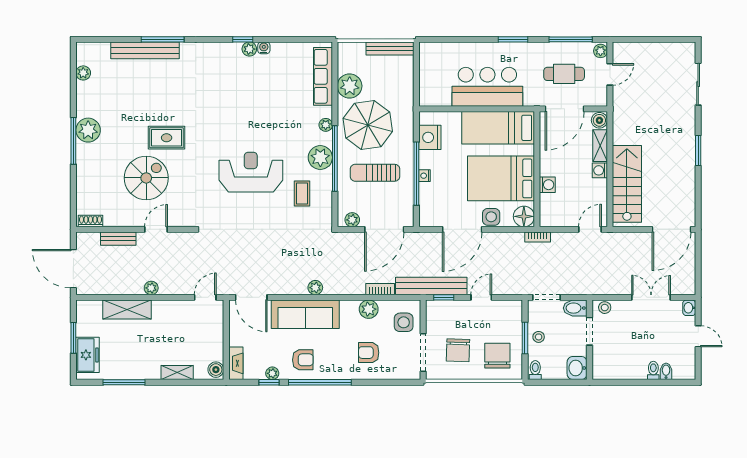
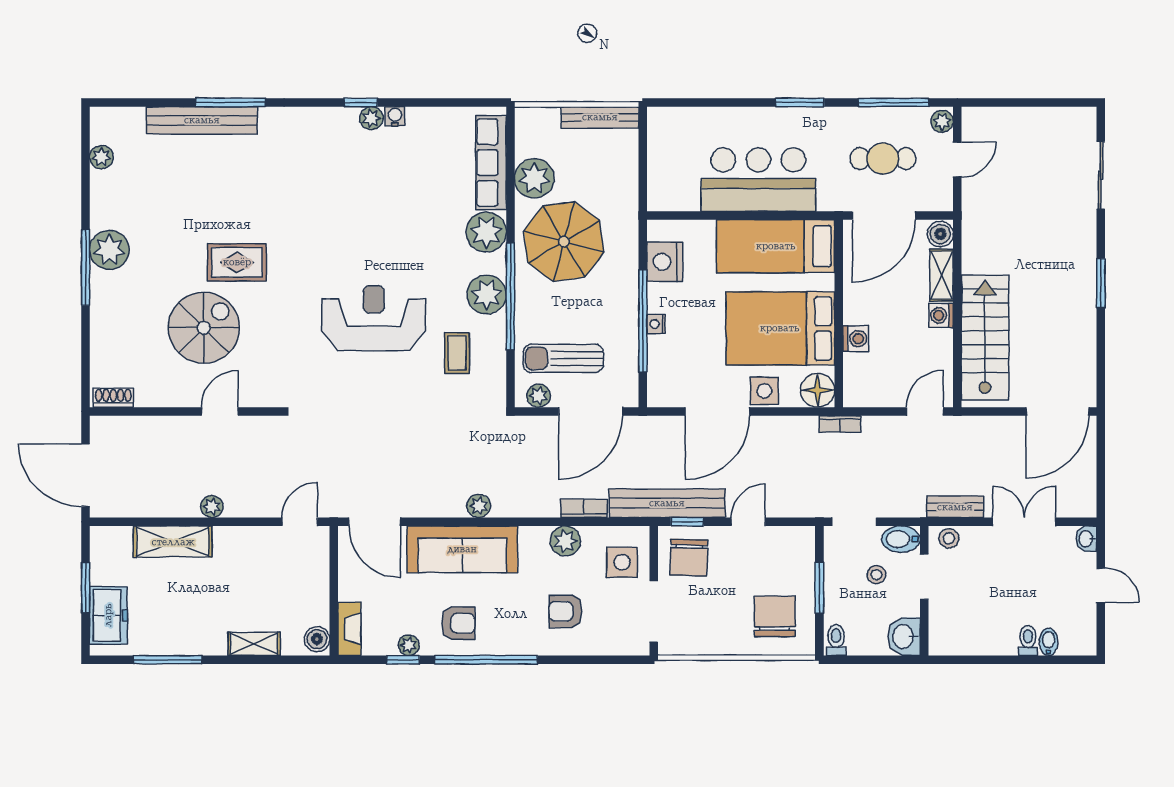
plant: (326, 125) -> (486, 232), width x1.87, depth x1.87
sun lounger: (375, 173) -> (563, 358), moved
bench: (118, 239) -> (955, 507), moved
stool: (539, 337) -> (876, 575), moved
chair: (458, 350) -> (689, 558), moved

